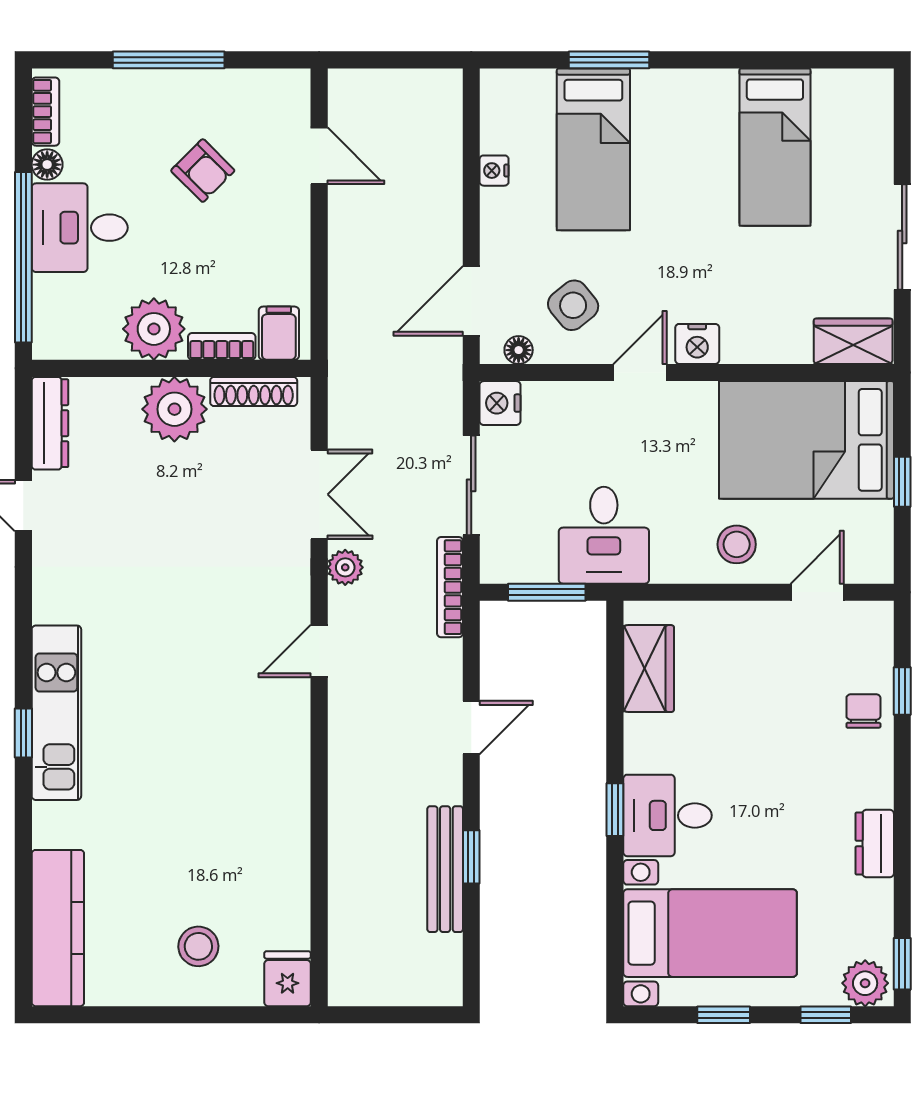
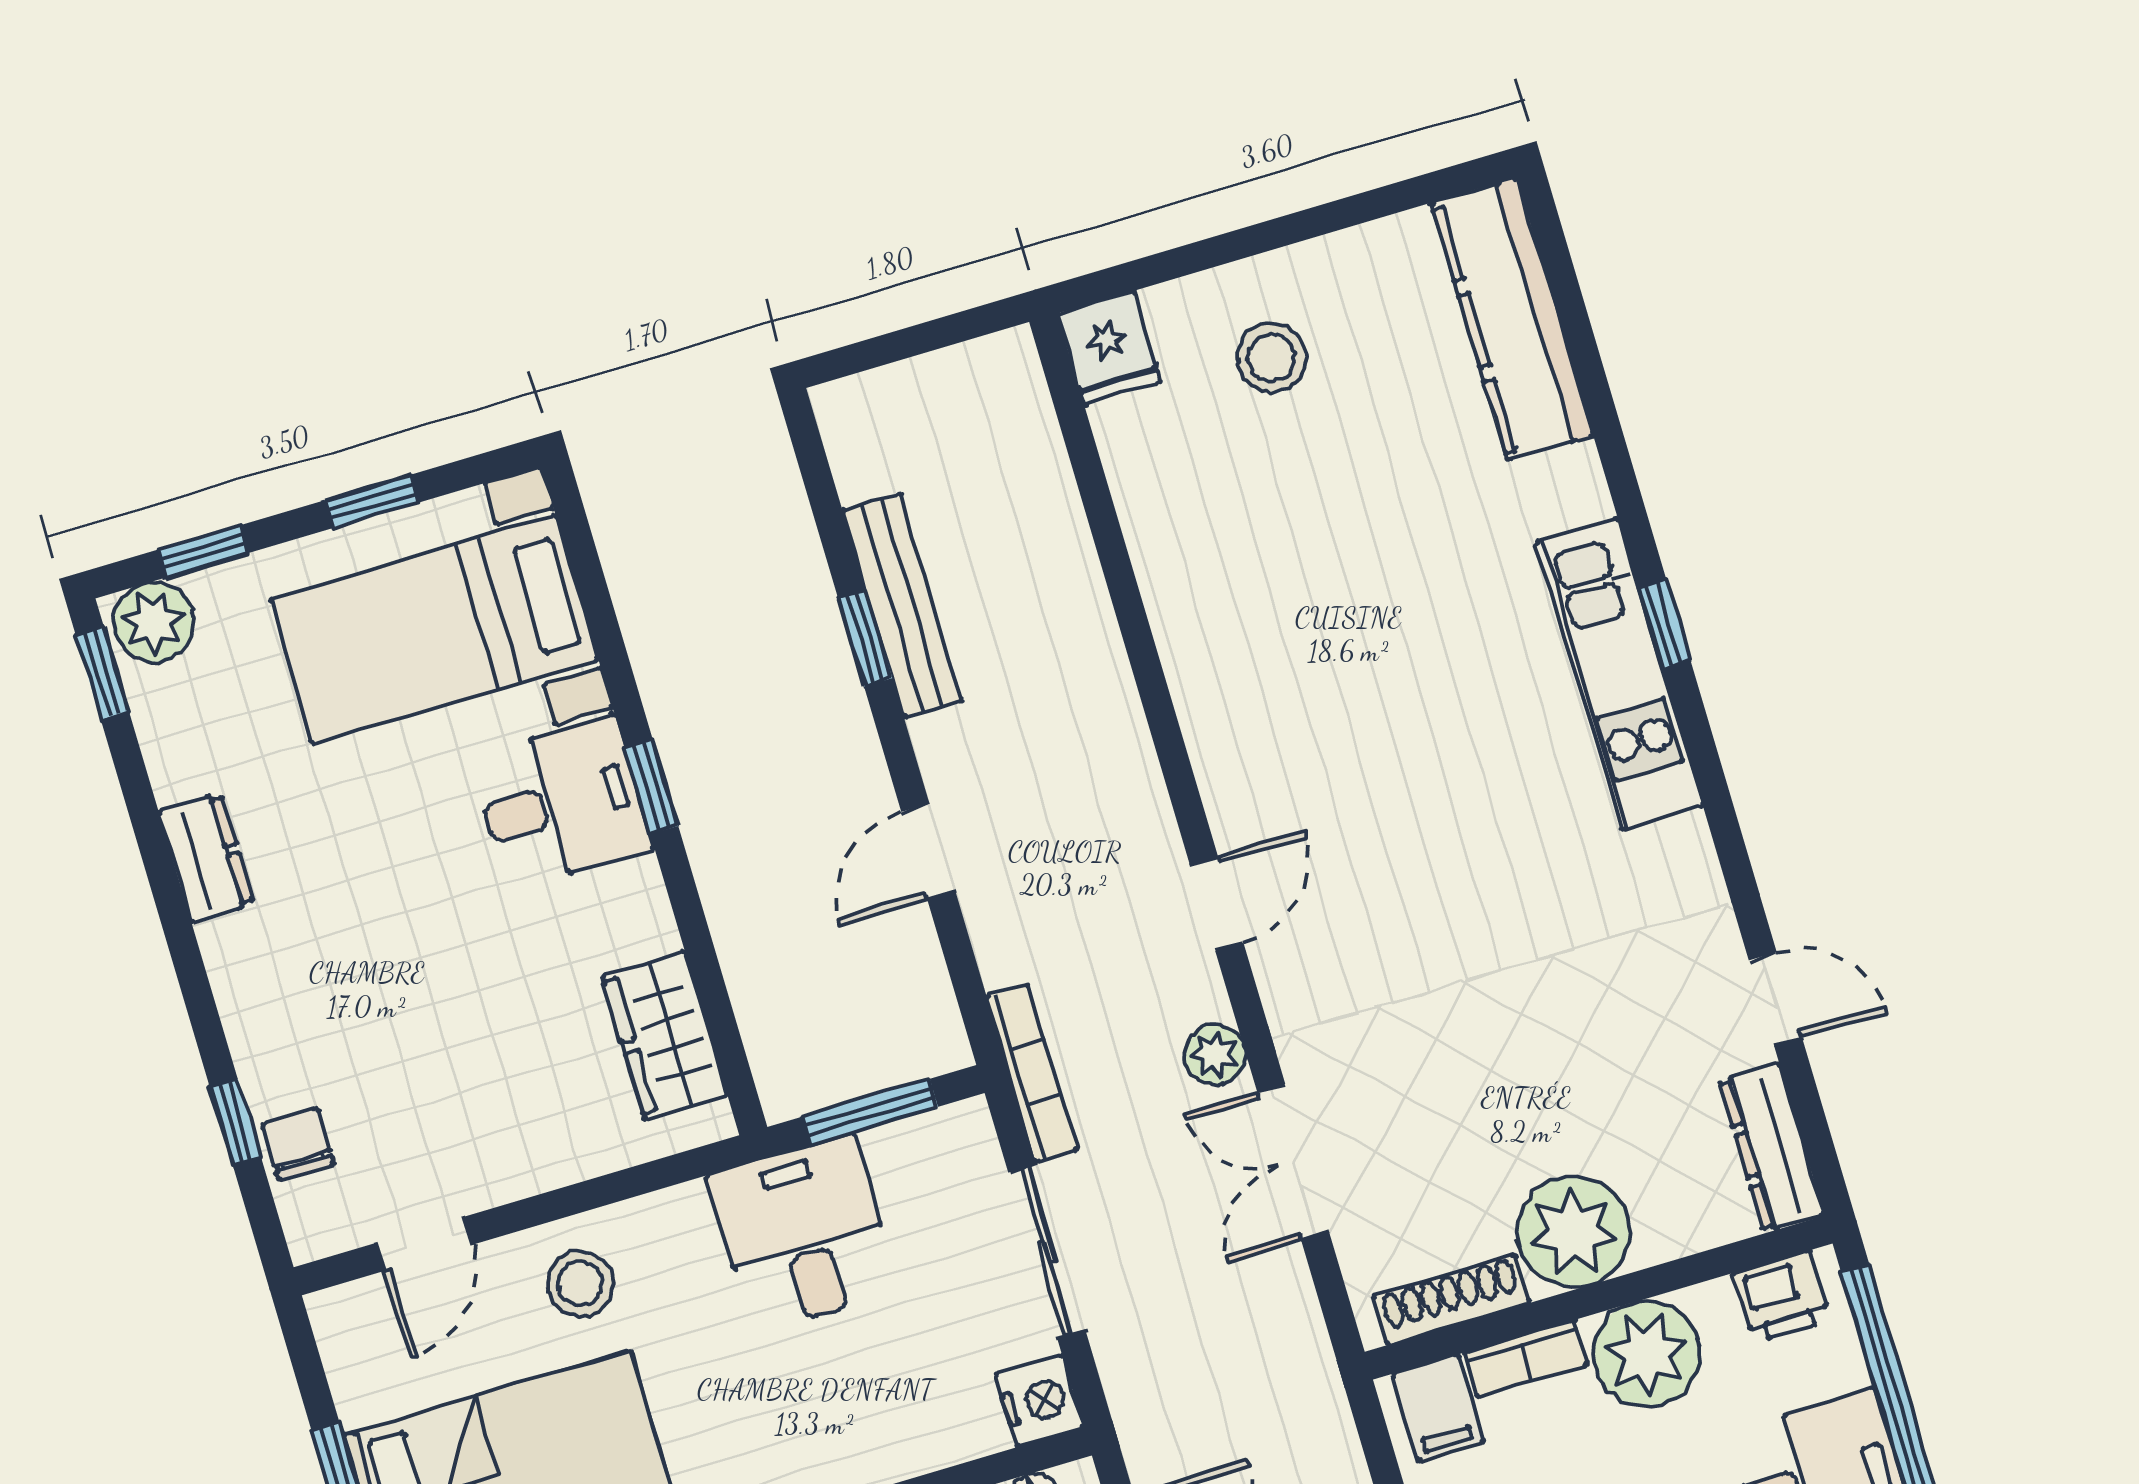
printer: (69, 339) -> (1781, 1297), added
chair: (863, 711) -> (298, 1144), moved, turned 180

